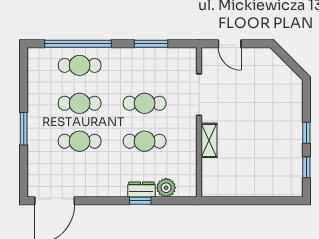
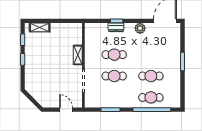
cafe table: (80, 141) -> (151, 55), removed
plant: (166, 188) -> (140, 28), moved
shelving: (276, 189) -> (40, 27), added

